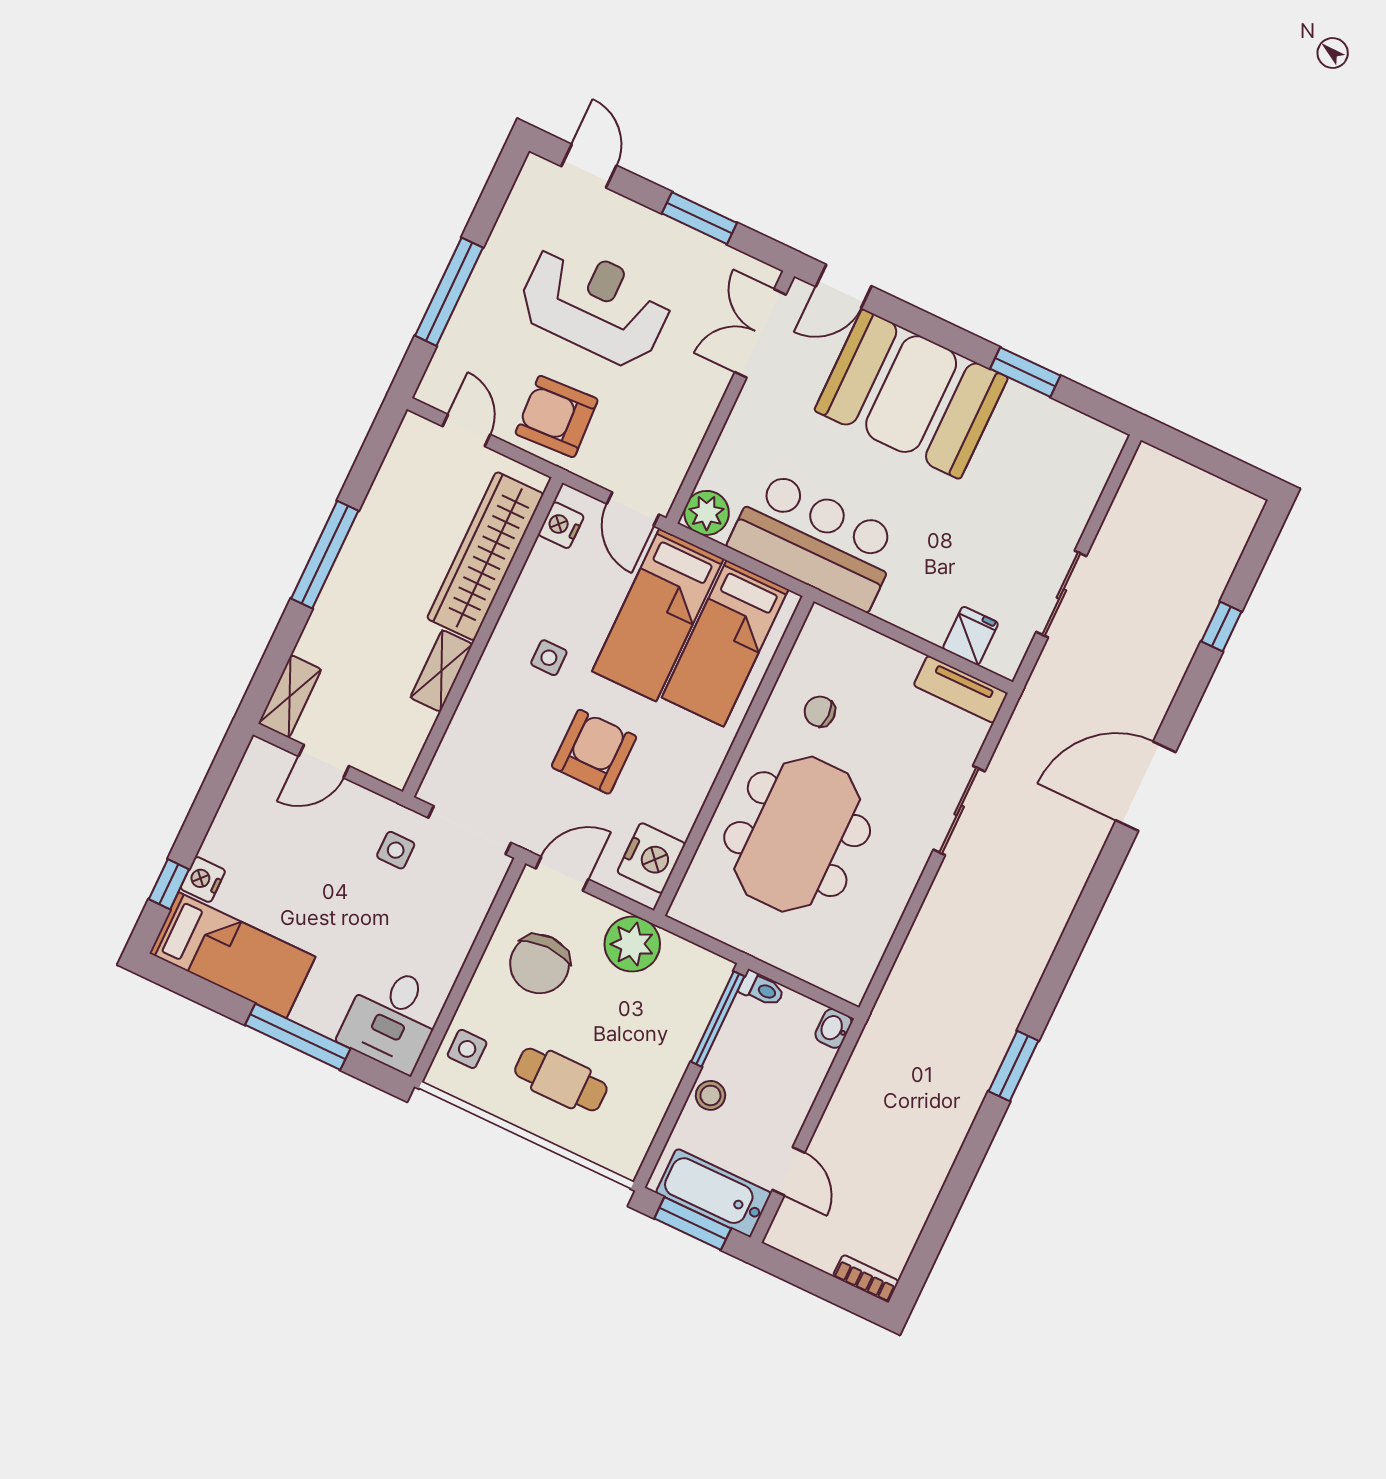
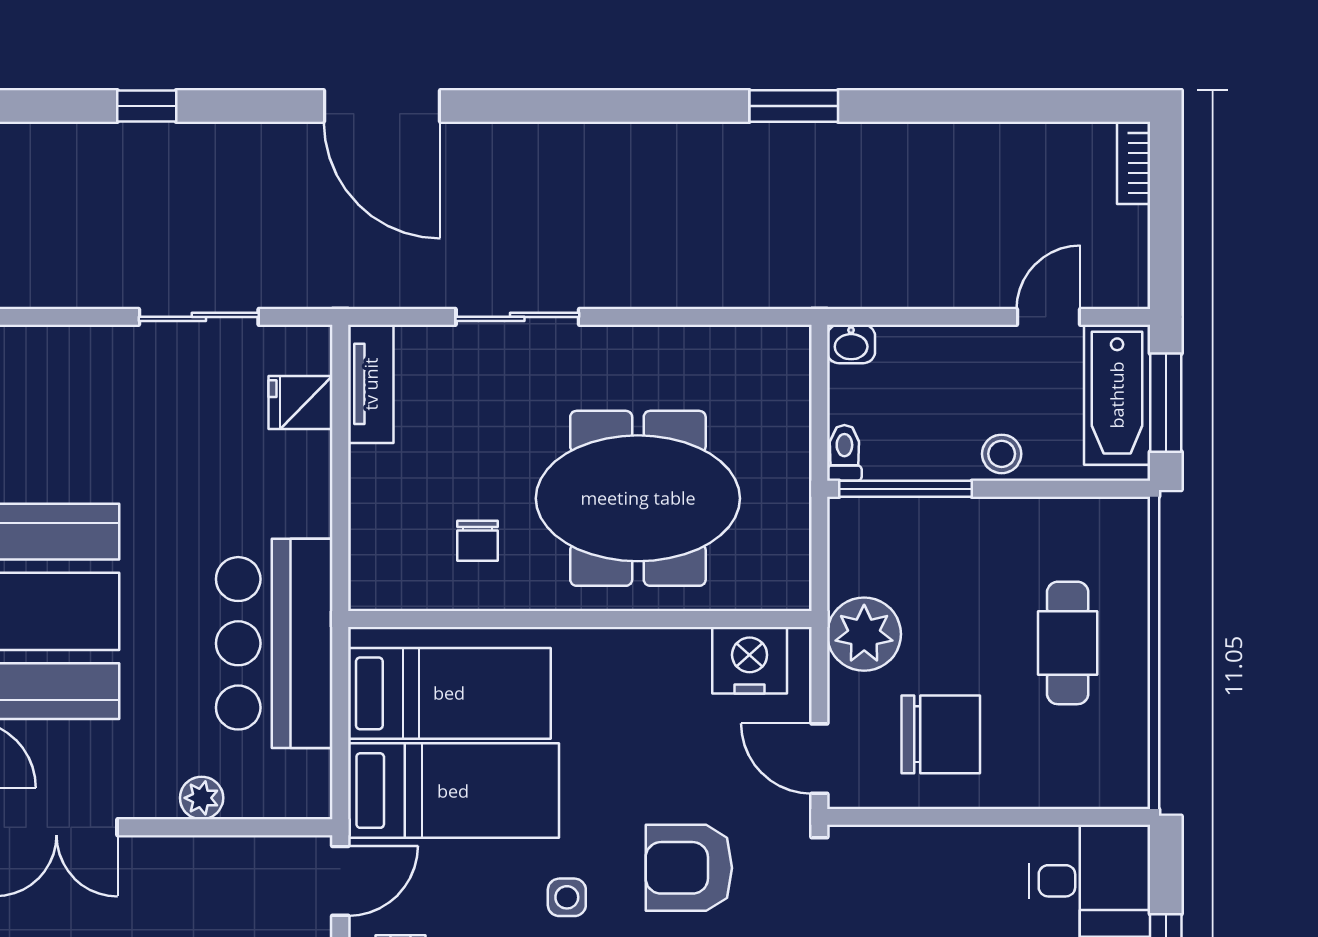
plant: (707, 513) -> (202, 798), moved, width x0.73, depth x0.73
armchair: (594, 752) -> (689, 868), moved
side table: (467, 1049) -> (1084, 773), removed

